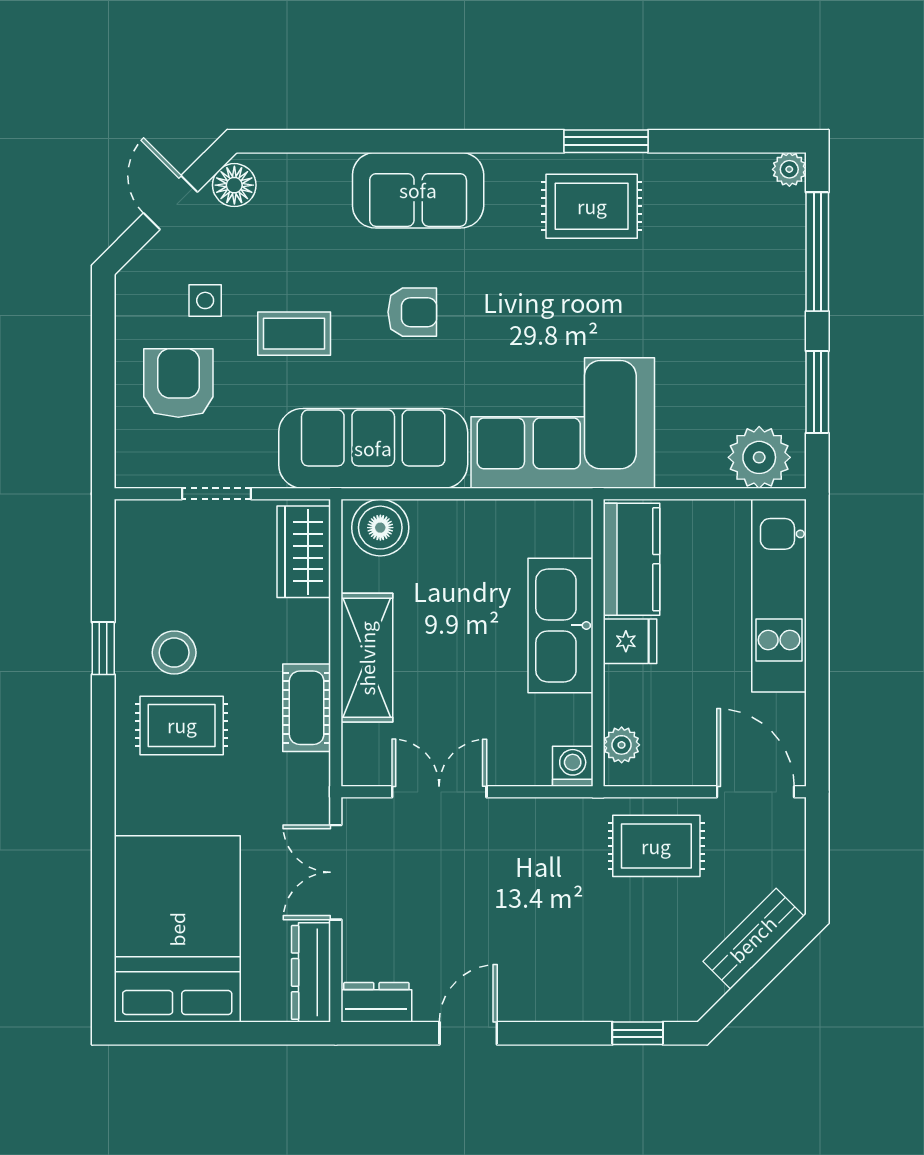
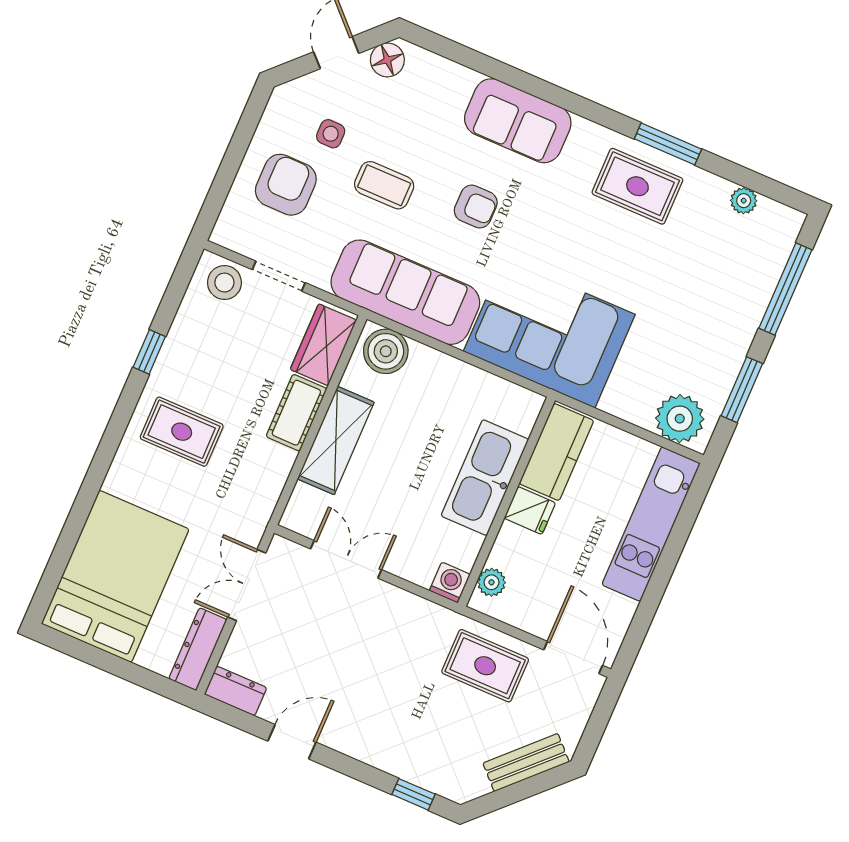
plant: (789, 169) -> (744, 201), moved
stool: (174, 653) -> (224, 283), moved
cot: (307, 708) -> (296, 413), moved

